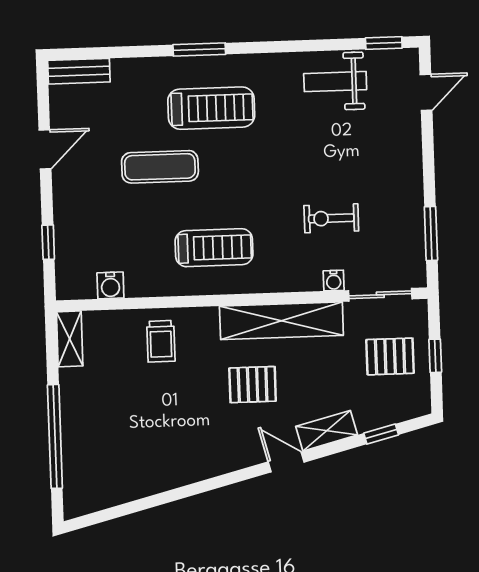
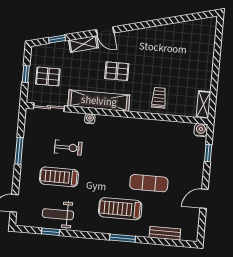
window: (384, 43) -> (50, 232), moved
bench: (79, 71) -> (165, 233), moved
weight bench: (335, 82) -> (58, 214), turned 180
window: (431, 234) -> (19, 151), moved
treadmill: (214, 248) -> (59, 177), moved
water cooler: (334, 281) -> (90, 119), moved
water cooler: (110, 285) -> (201, 130), moved
window: (55, 436) -> (217, 58), removed

